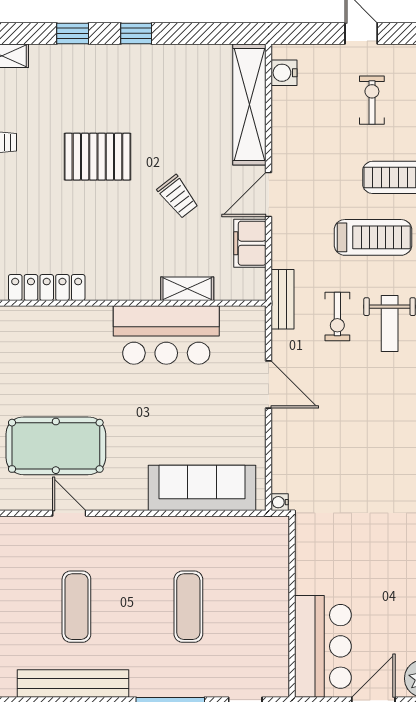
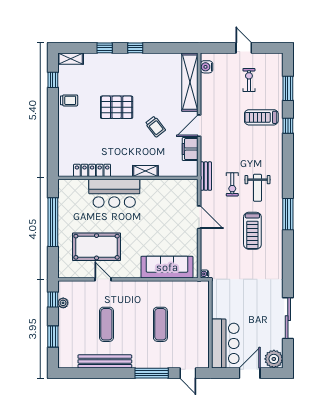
treadmill: (373, 237) -> (252, 231), moved, turned 90
shelving: (187, 289) -> (145, 171), moved
bar counter: (166, 335) -> (114, 193), moved

